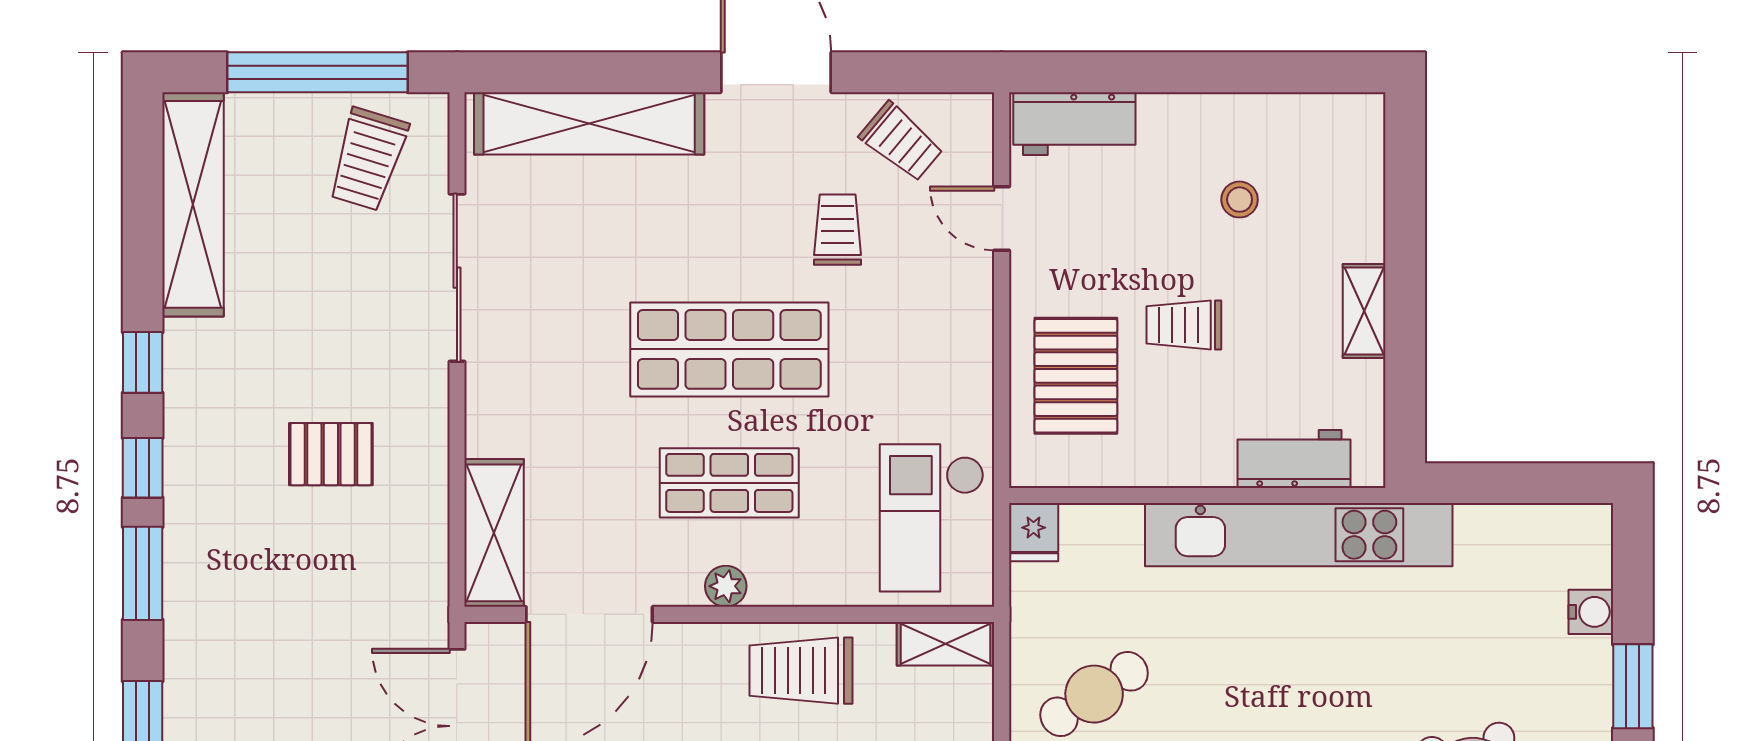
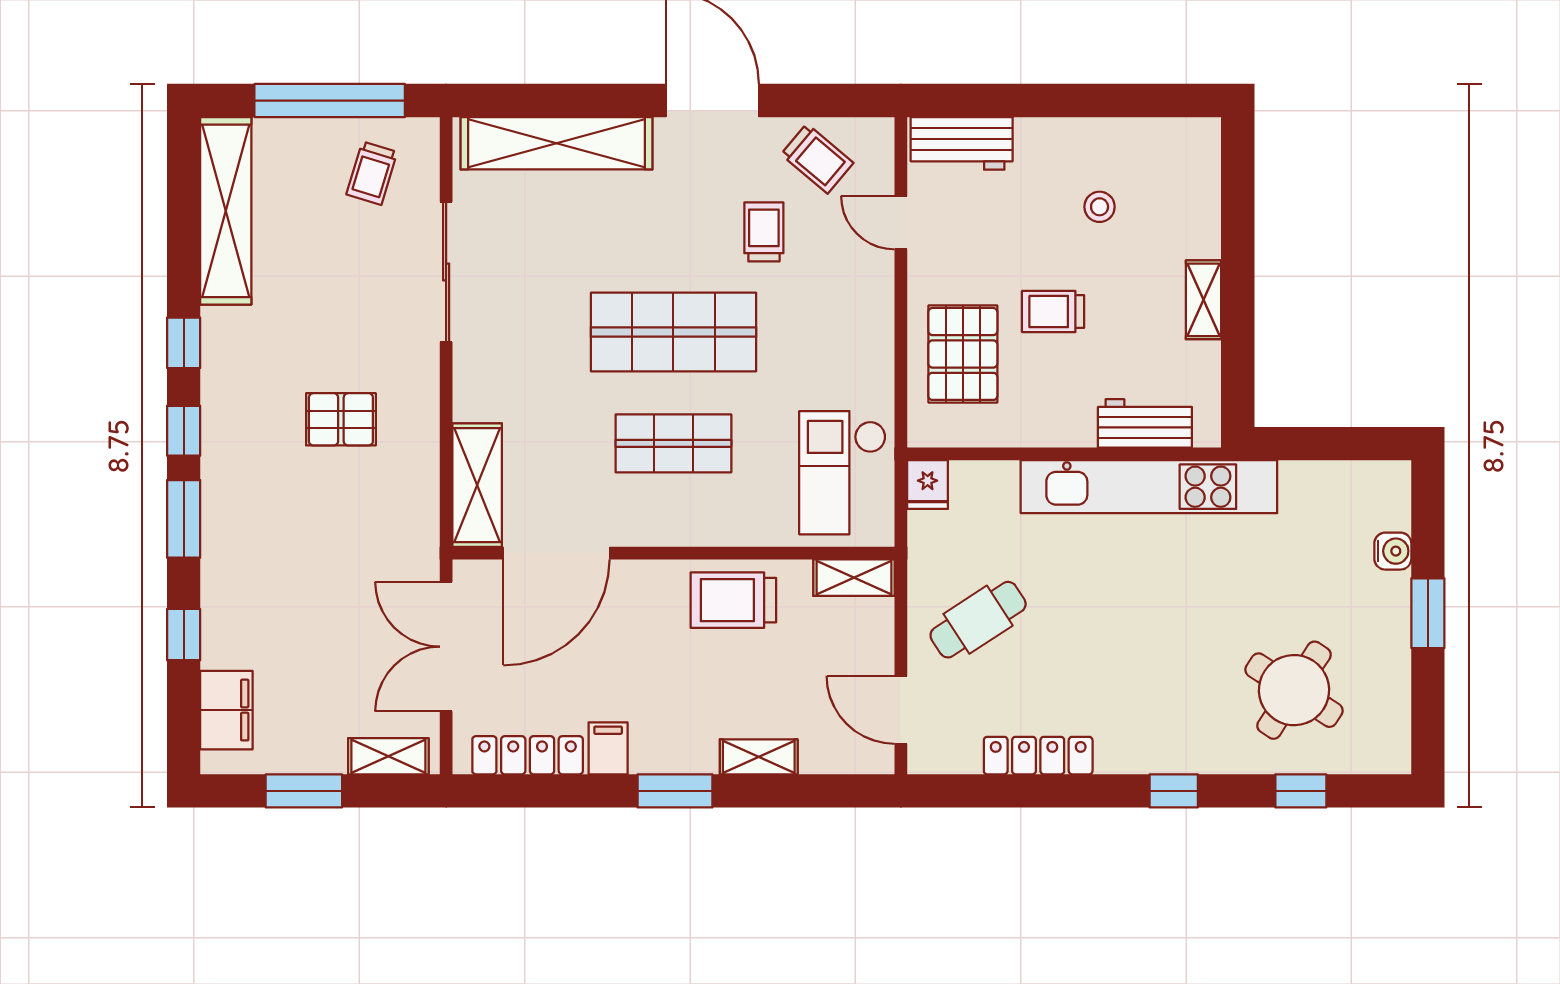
trolley: (368, 159) -> (372, 173), width x0.73, depth x0.72
plant: (726, 586) -> (671, 530), removed

